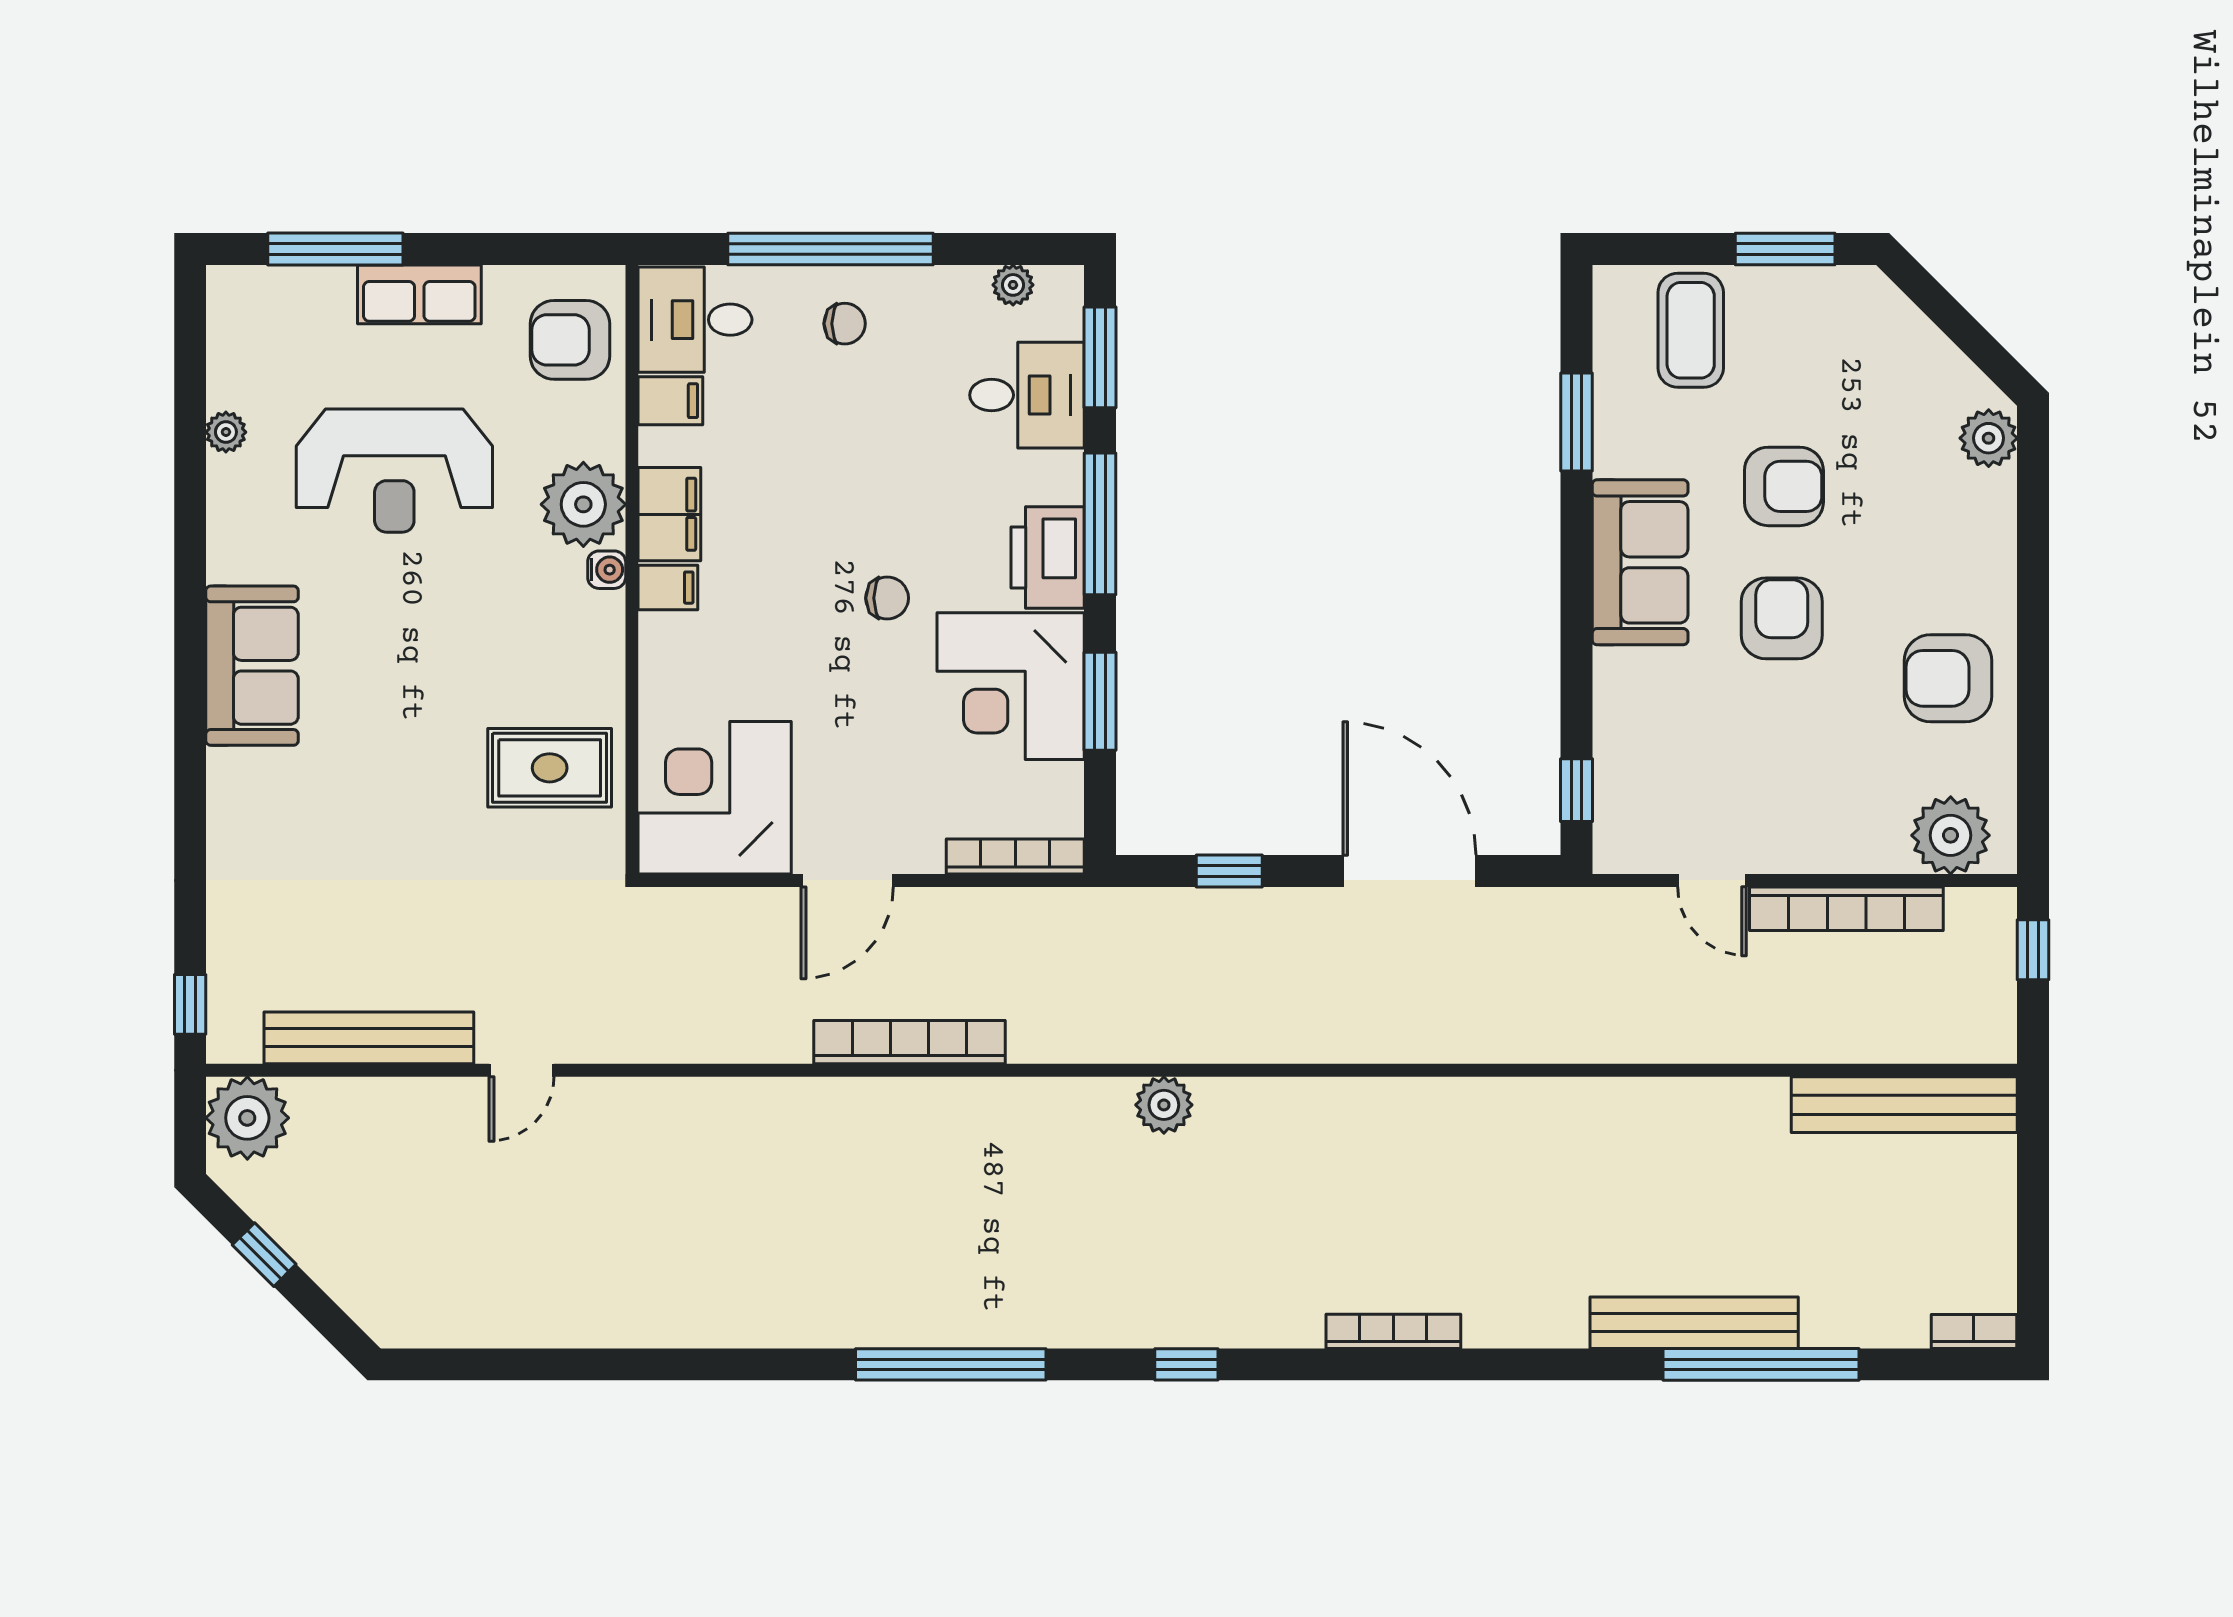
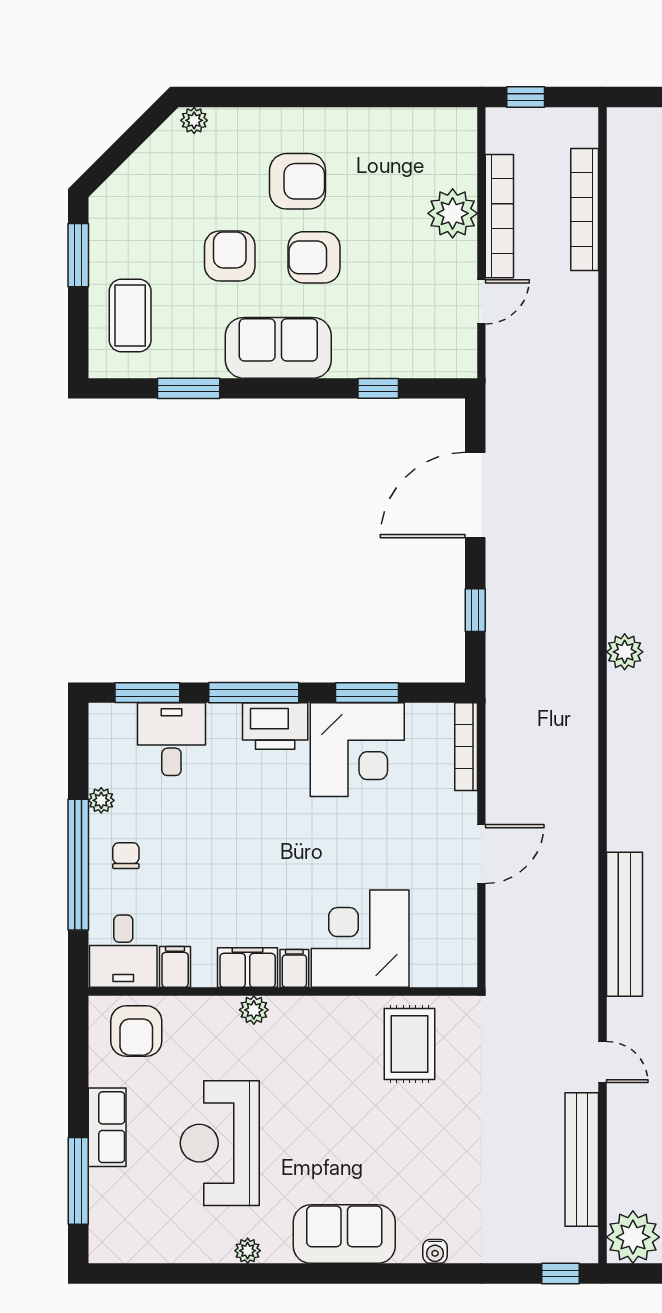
plant: (1013, 285) -> (101, 800), moved
coffee table: (1691, 330) -> (130, 315), turned 90
plant: (226, 432) -> (248, 1251), moved
plant: (1989, 438) -> (194, 120), width x0.73, depth x0.73
reception desk: (394, 471) -> (220, 1143), turned 180
plant: (583, 504) -> (254, 1010), width x0.53, depth x0.53
water cooler: (607, 570) -> (435, 1251), moved, turned 180
chair: (887, 598) -> (301, 829), removed
armchair: (1948, 678) -> (298, 181), moved, turned -90
window: (1576, 790) -> (378, 388), moved
corner desk: (715, 798) -> (360, 939), moved, turned 90
plant: (1951, 835) -> (453, 213), moved
door: (847, 880) -> (481, 854), hinge flipped
bookcase: (910, 1042) -> (585, 210), moved
bench: (1904, 1105) -> (624, 924), moved

